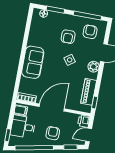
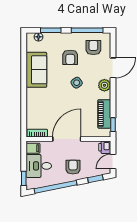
sofa: (33, 62) -> (36, 70), moved

